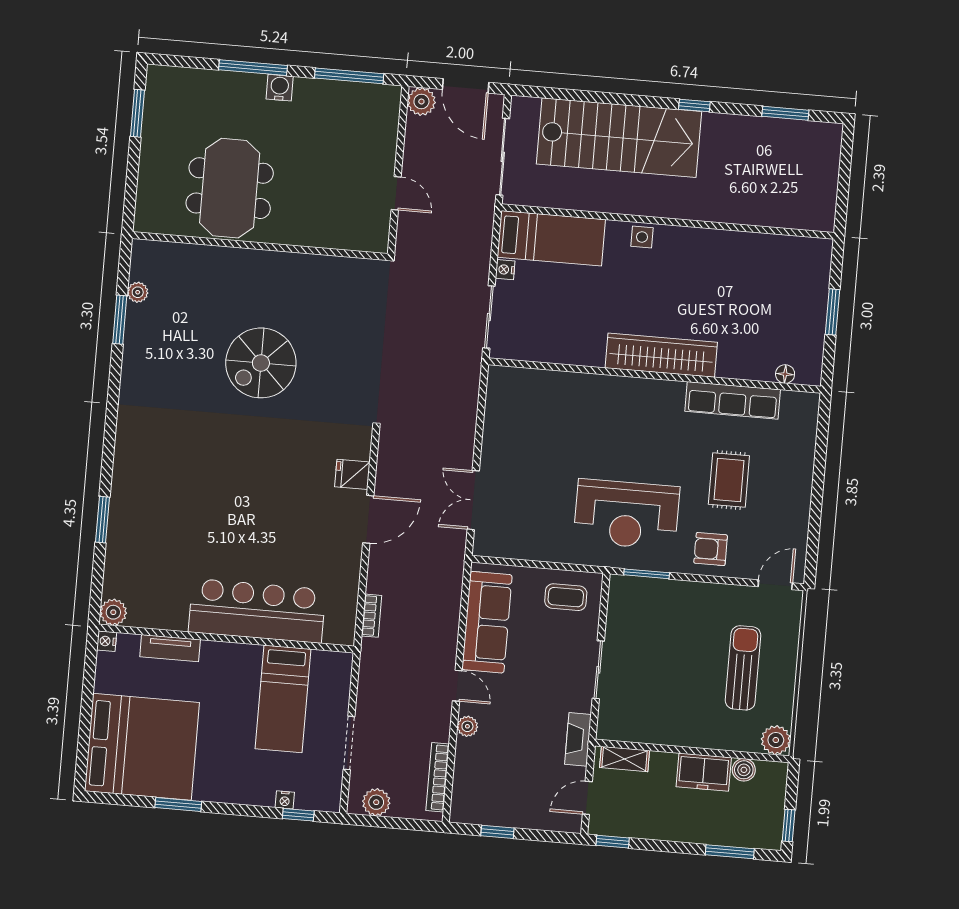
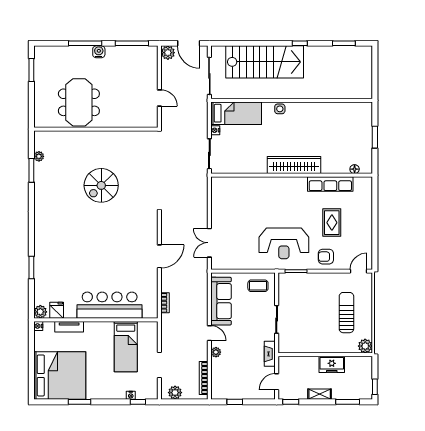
fridge: (352, 474) -> (57, 310), moved, turned 90
shelving: (625, 759) -> (320, 394), moved
boiler: (744, 770) -> (351, 362), removed

